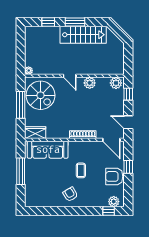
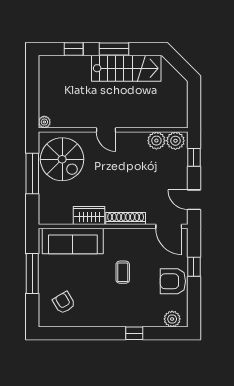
plant: (90, 83) -> (156, 141), moved
wardrobe: (35, 133) -> (89, 215), moved
armchair: (70, 194) -> (64, 303), moved
window: (109, 211) -> (134, 333), moved

